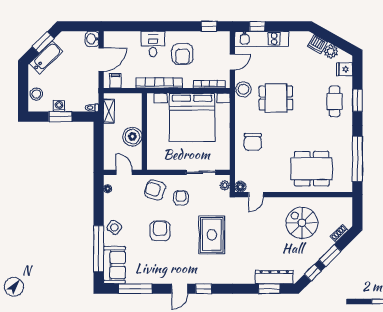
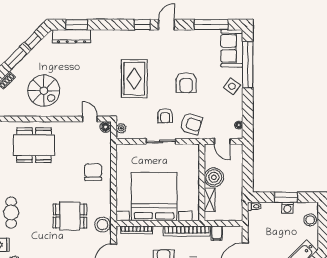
filing cabinet: (115, 81) -> (217, 233), moved
shelving: (109, 111) -> (210, 200), moved
sliding door: (201, 172) -> (161, 141), moved
door: (256, 195) -> (90, 119), hinge flipped

